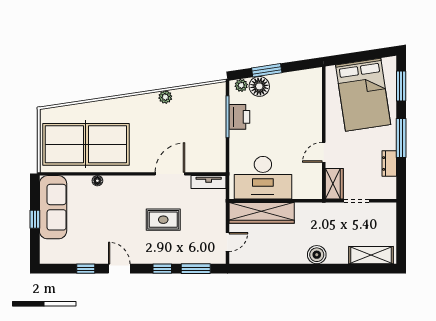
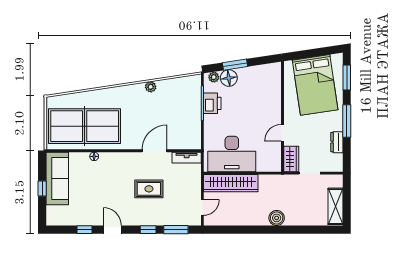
shelving: (371, 255) -> (336, 206), moved, turned 90

